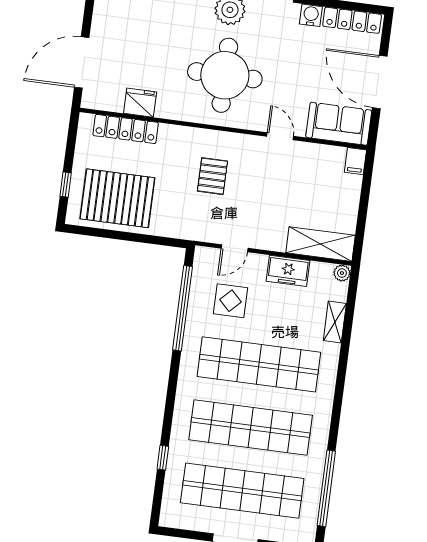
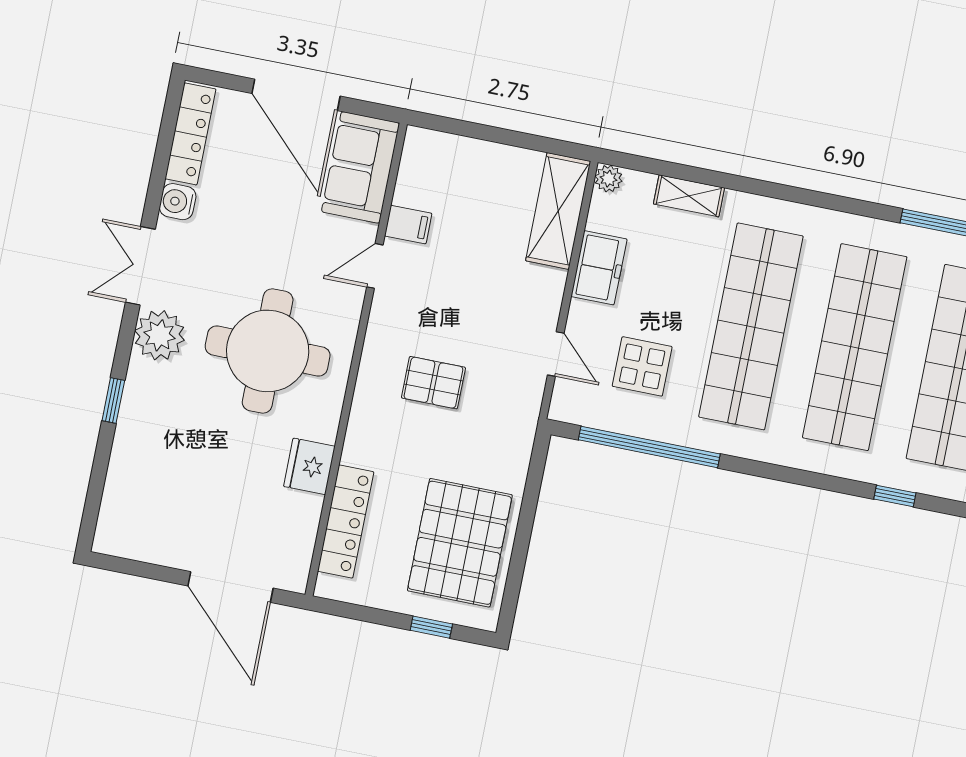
door: (380, 82) -> (296, 95), hinge flipped
fridge: (140, 103) -> (309, 466), moved
filing cabinet: (355, 161) -> (408, 225), moved

